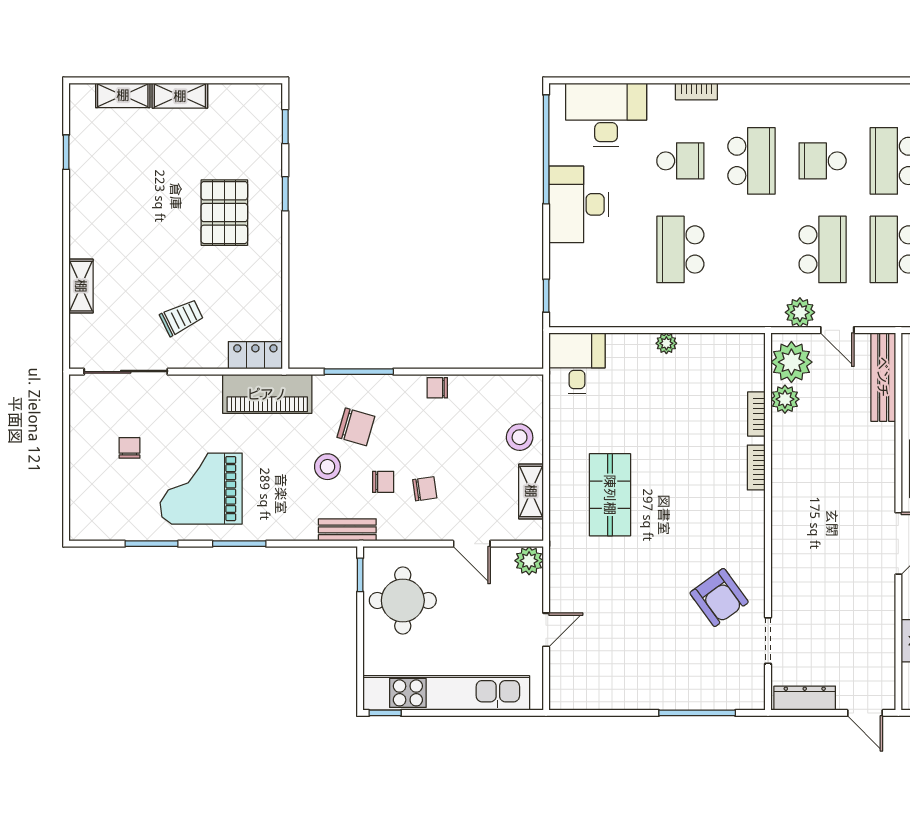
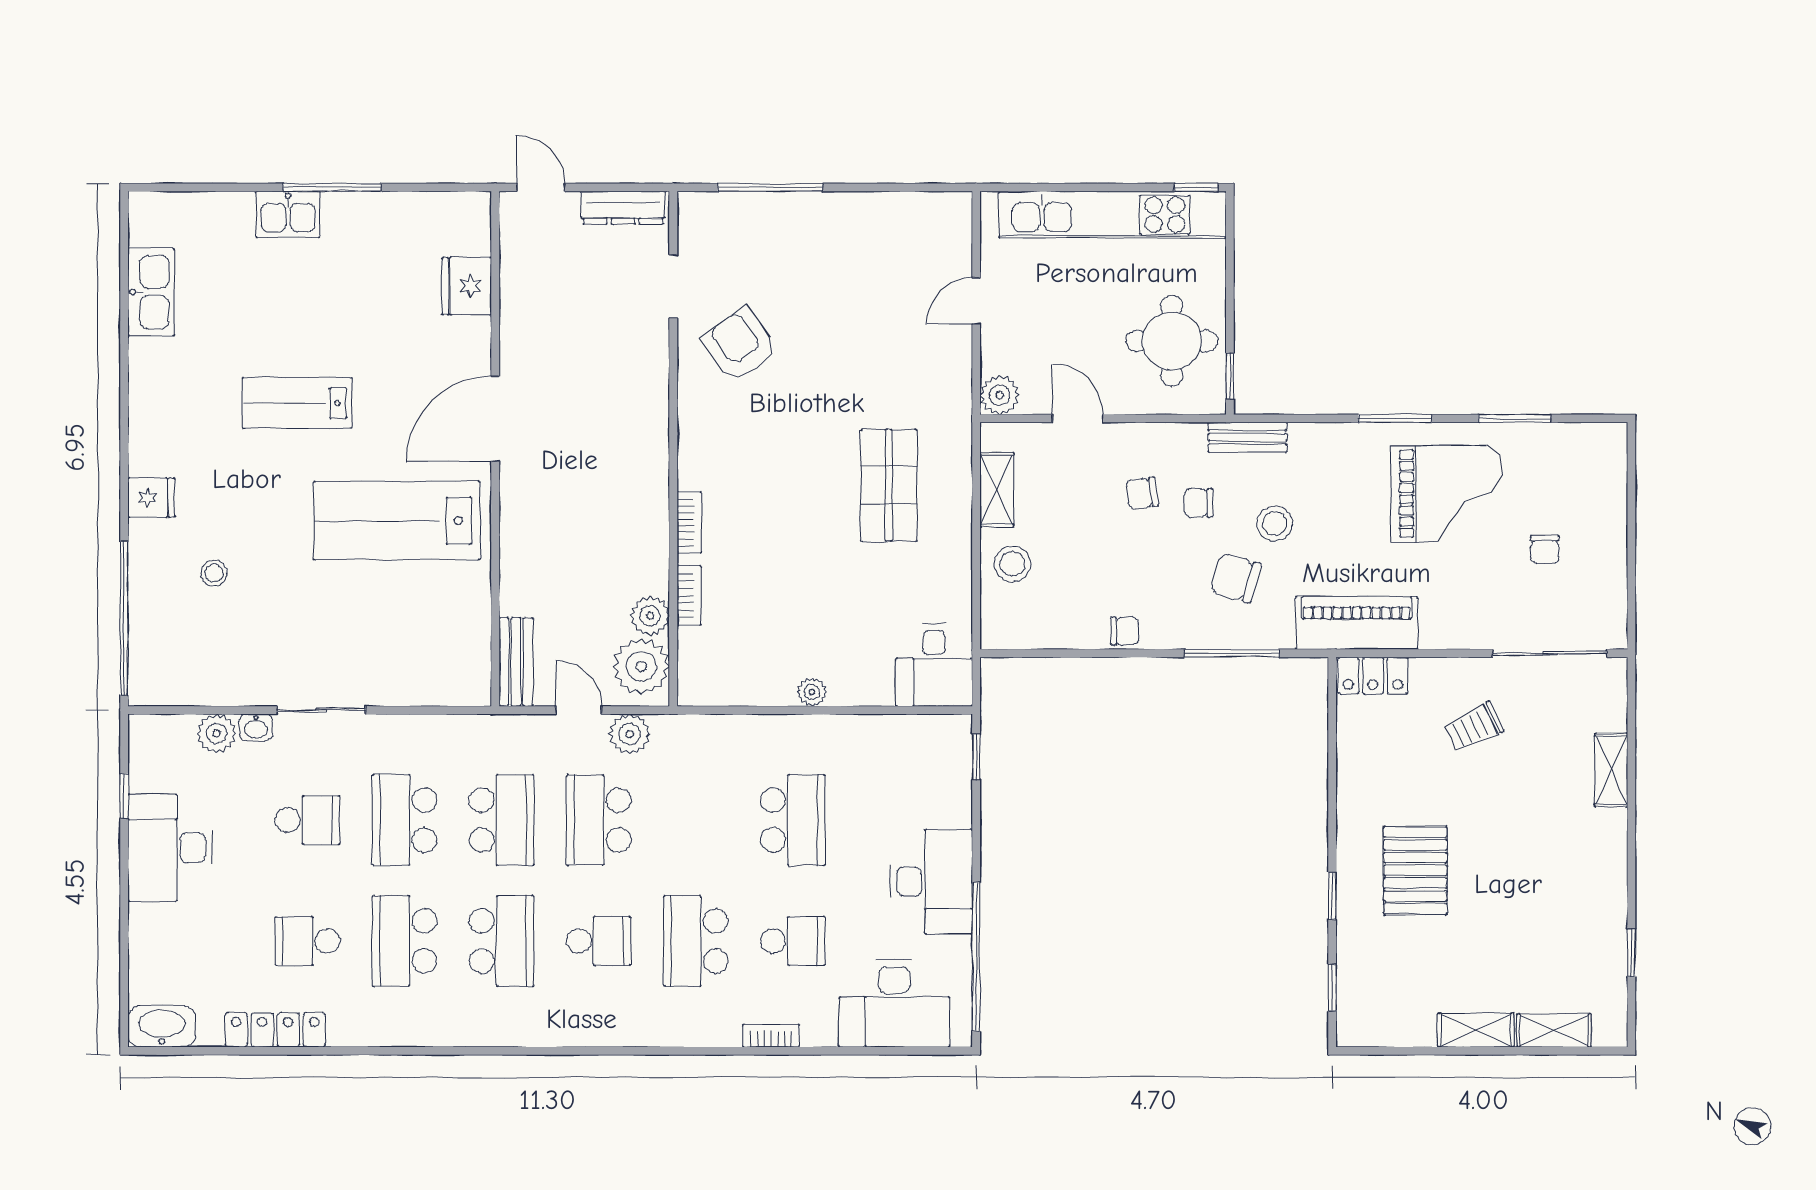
school desk: (680, 161) -> (793, 941), turned 180
bench: (883, 377) -> (516, 662), width x0.73

